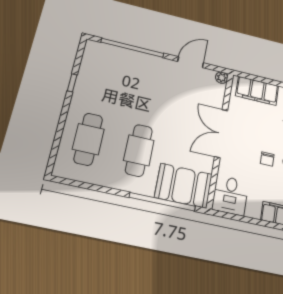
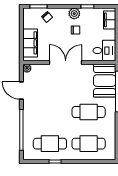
cafe table: (102, 82) -> (50, 144), added
double door: (221, 133) -> (66, 63), swing flipped

